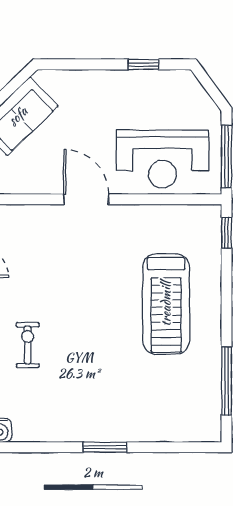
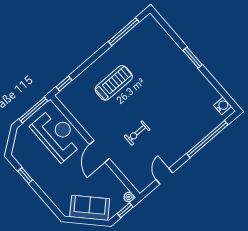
treadmill: (166, 304) -> (114, 83), width x0.73, depth x0.73
exercise bike: (28, 345) -> (137, 133), moved

